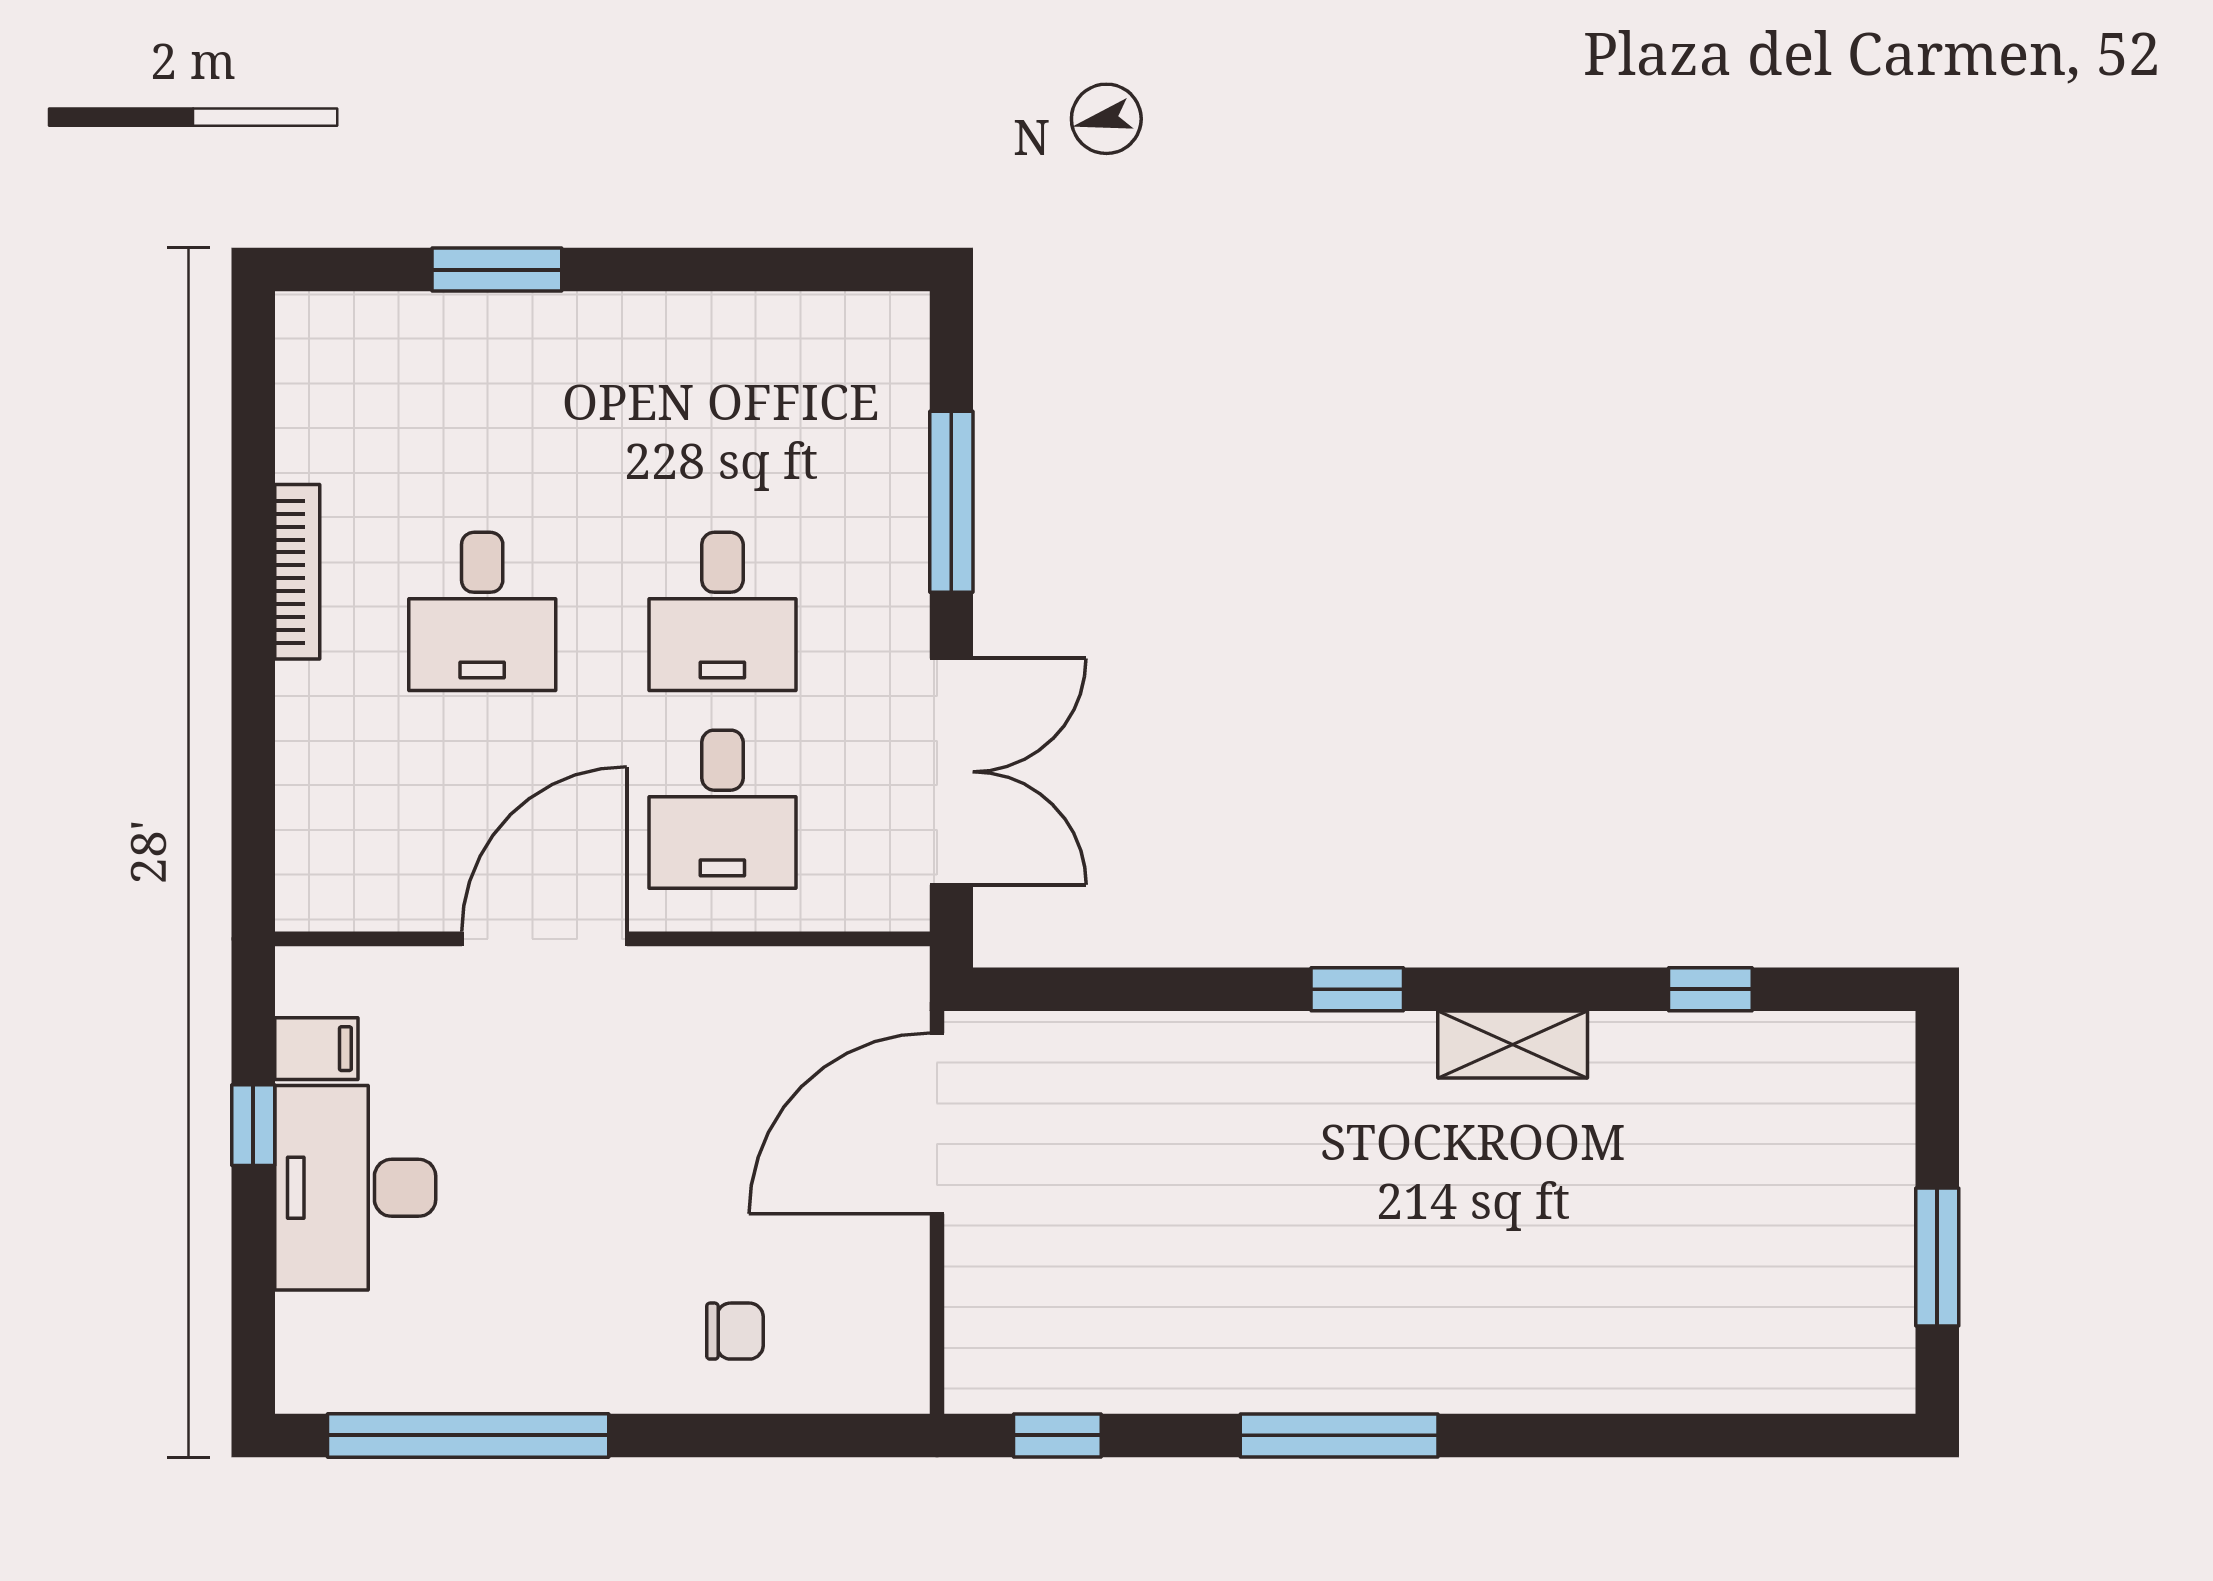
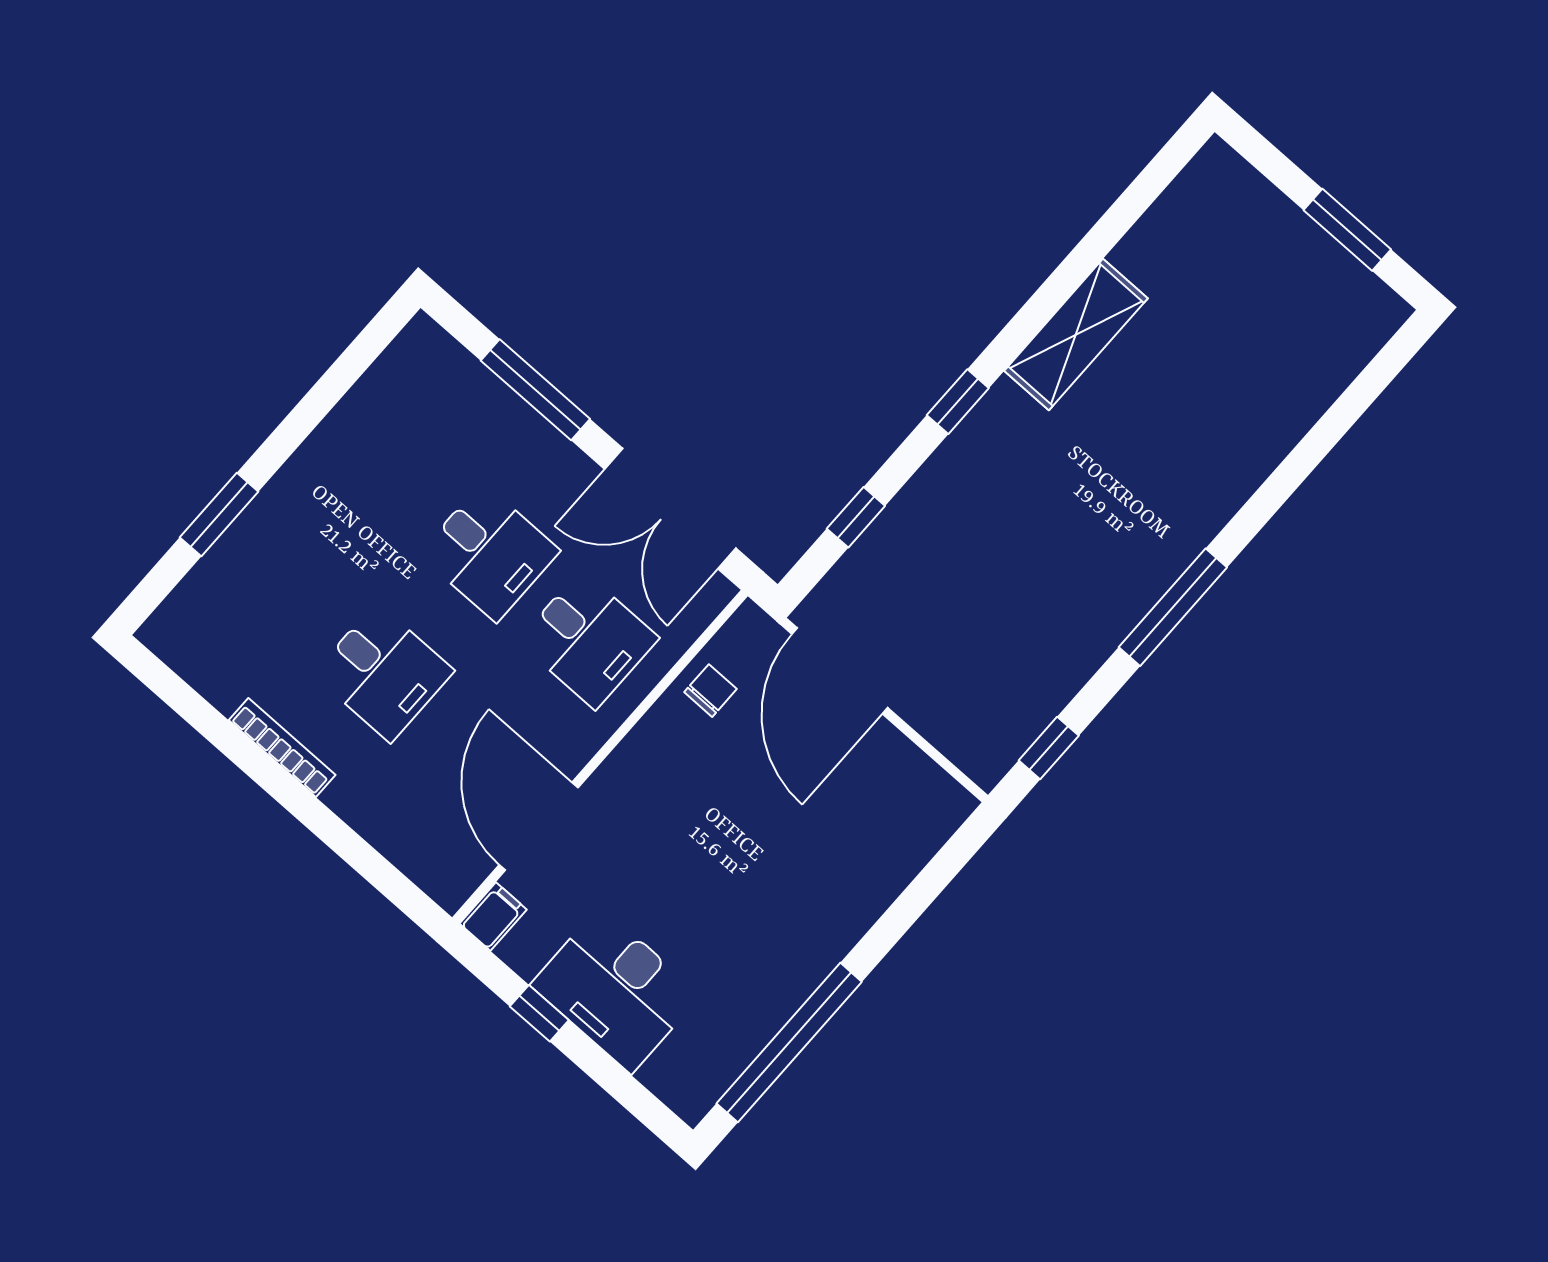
double door: (951, 772) -> (670, 509), swing flipped
door: (544, 939) -> (539, 826), moved
window: (1710, 989) -> (856, 517), moved
shelving: (1513, 1044) -> (1076, 335), width x1.50, depth x1.33
filing cabinet: (316, 1049) -> (493, 917), moved
chair: (735, 1331) -> (710, 691), moved

